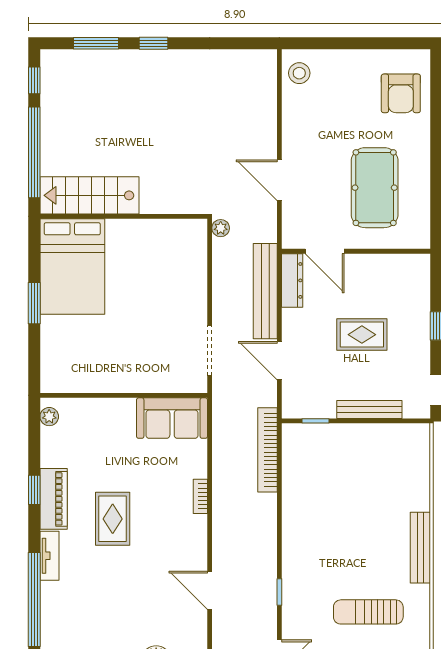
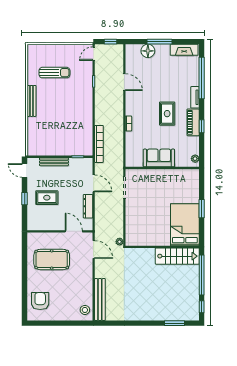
window: (154, 43) -> (149, 323), removed
door: (279, 180) -> (94, 250), moved
pool table: (375, 188) -> (52, 259), turned 90
dresser: (292, 280) -> (88, 206), moved
bench: (265, 291) -> (100, 299), moved
rug: (362, 335) -> (47, 198), moved
sofa: (172, 418) -> (159, 158), moved

